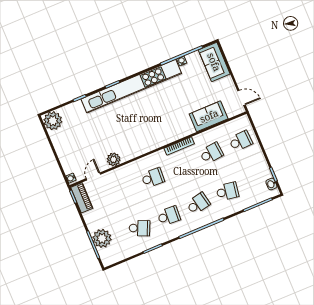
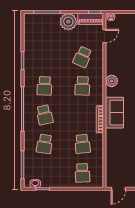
sofa: (209, 116) -> (114, 113), moved
plant: (114, 159) -> (112, 81), moved
door: (93, 176) -> (104, 36), hinge flipped
school desk: (140, 228) -> (82, 57), moved
plant: (102, 238) -> (68, 22), moved

